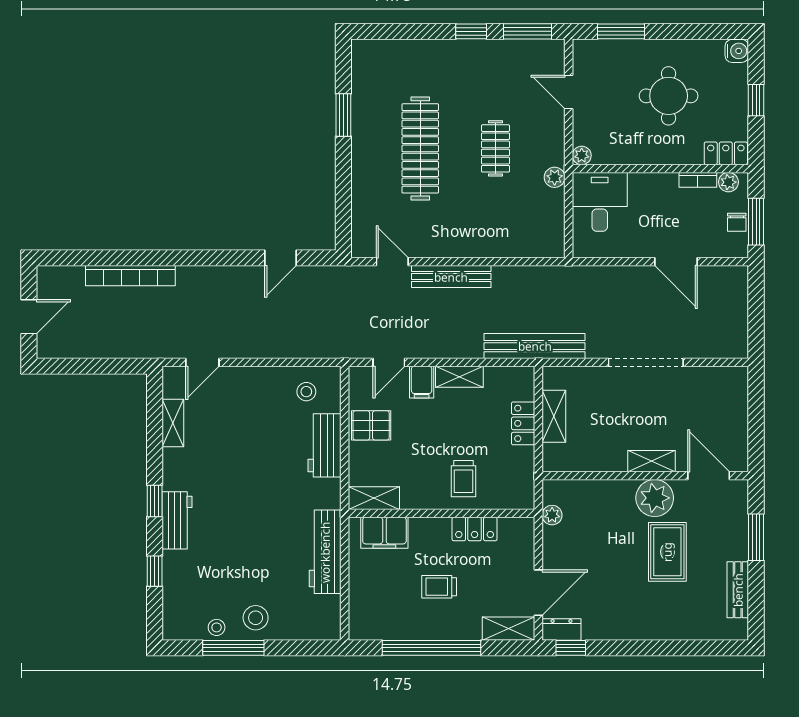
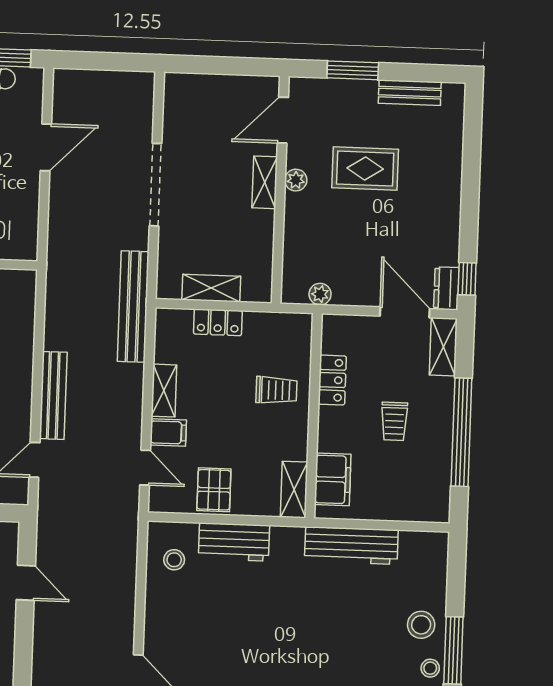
plant: (655, 498) -> (296, 180), width x0.53, depth x0.53

